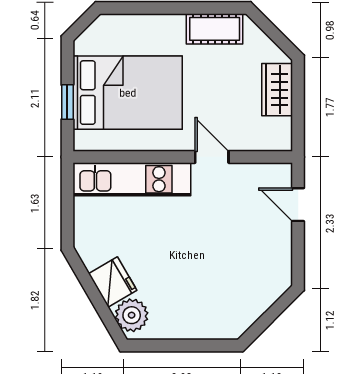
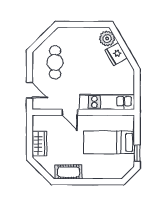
bed: (128, 93) -> (109, 142), width x0.67
window: (67, 102) -> (137, 153), moved
cafe table: (244, 264) -> (55, 62), added

